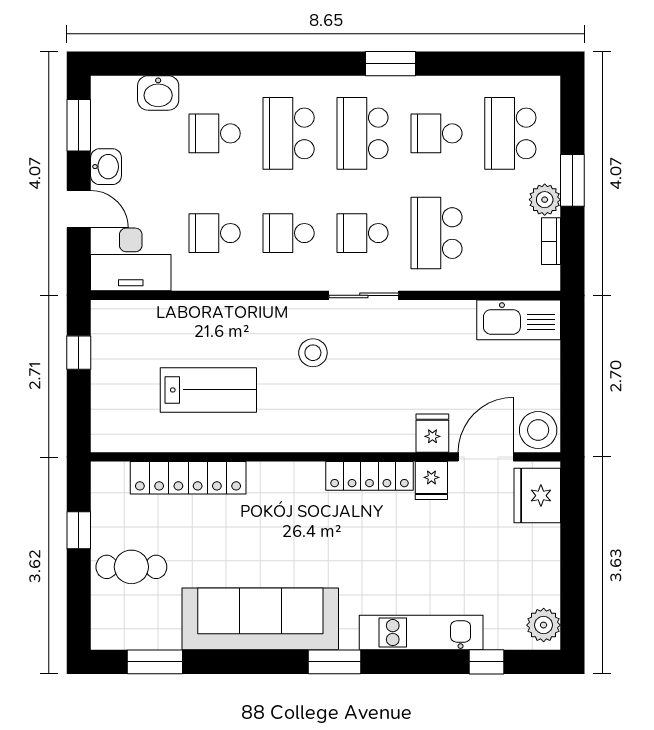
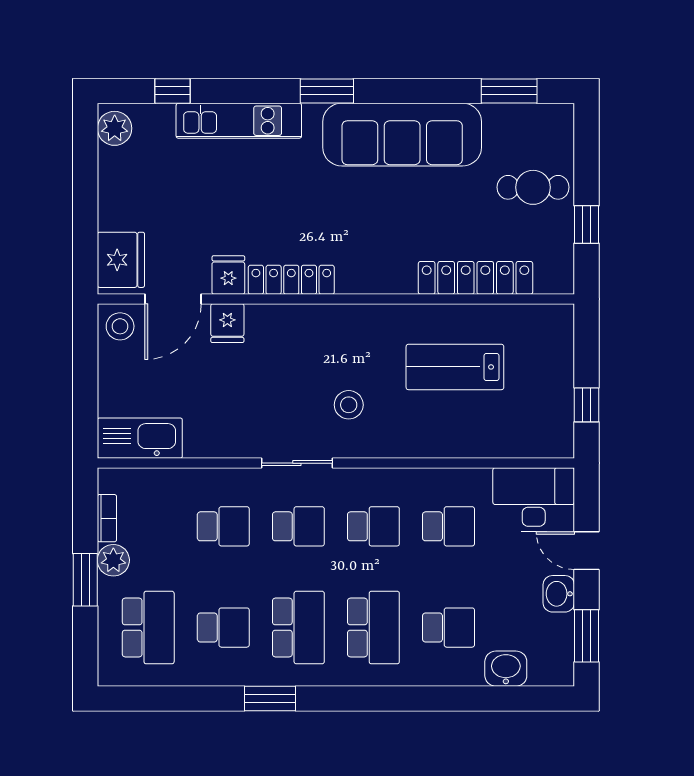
school desk: (436, 233) -> (223, 526), width x0.54
stool: (538, 430) -> (120, 326), width x0.73, depth x0.73

